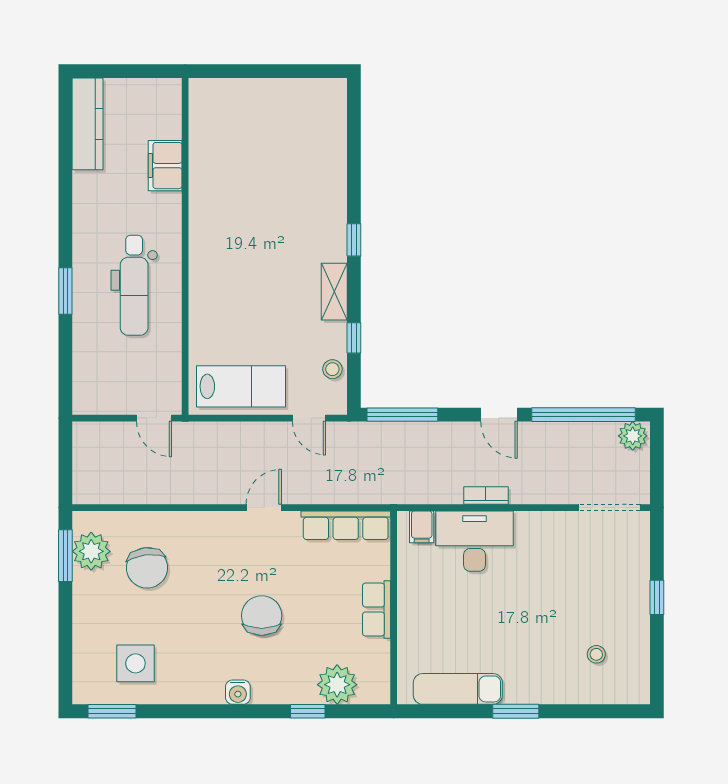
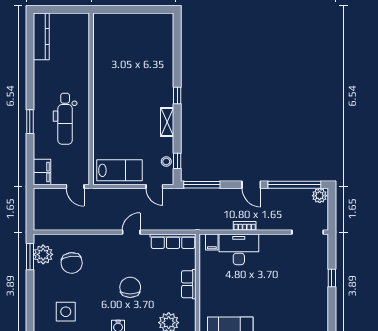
filing cabinet: (165, 166) -> (42, 172), moved, turned 180
window: (354, 338) -> (177, 161), moved
stool: (596, 654) -> (301, 307), removed

